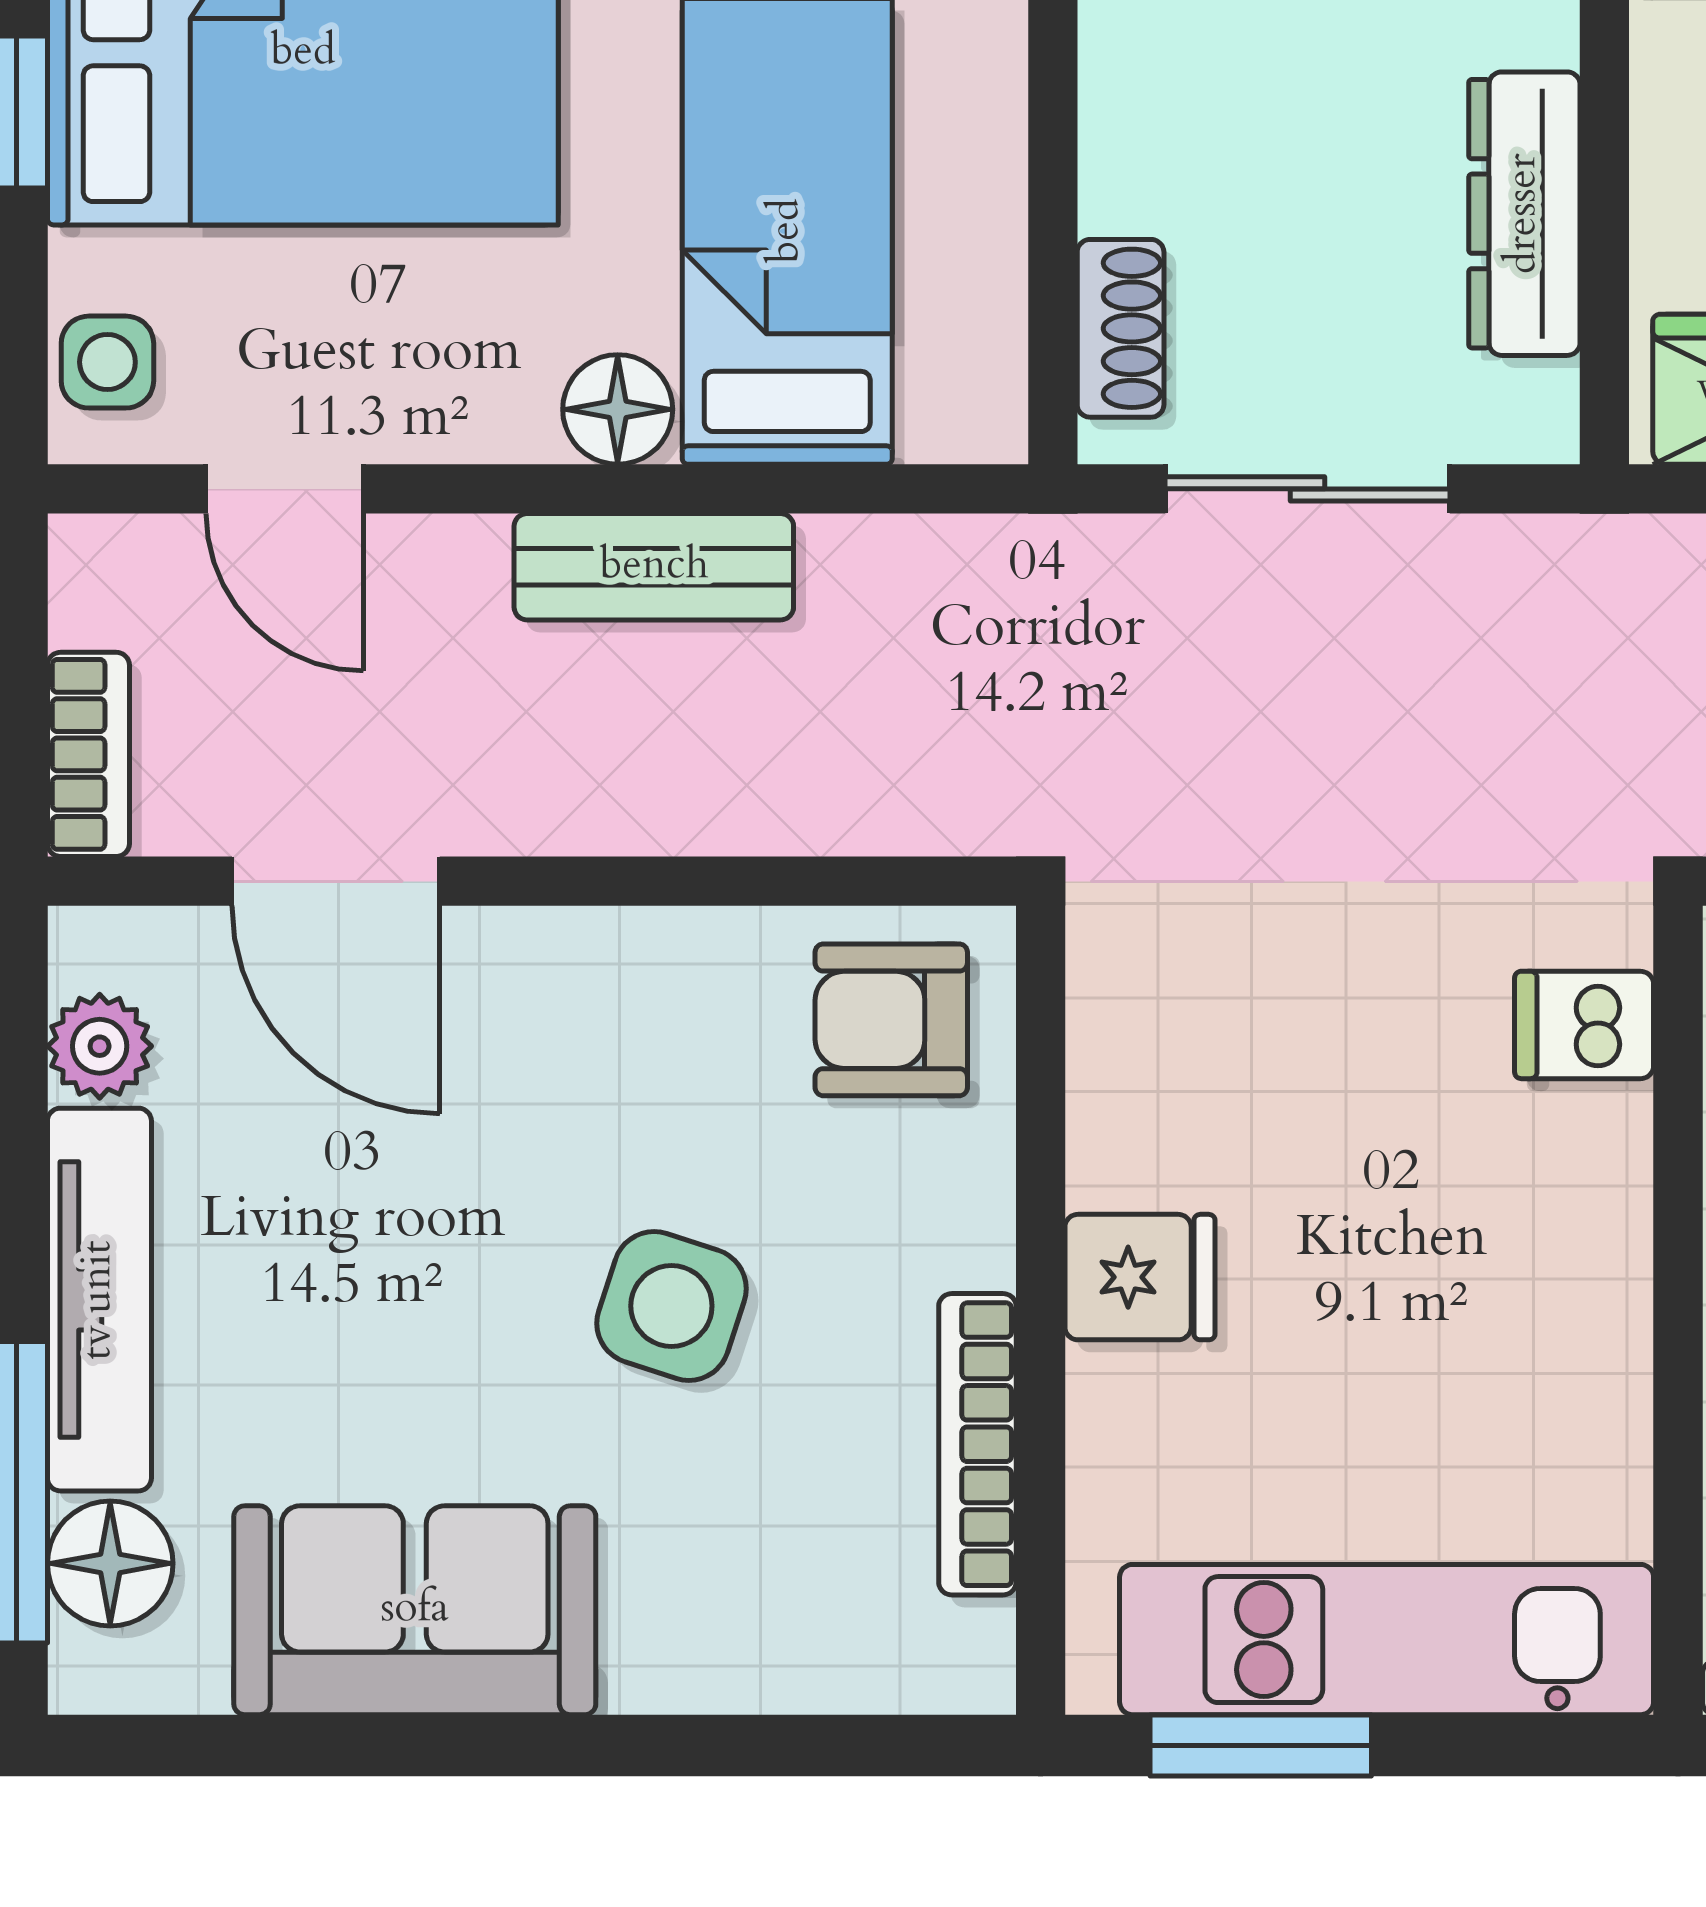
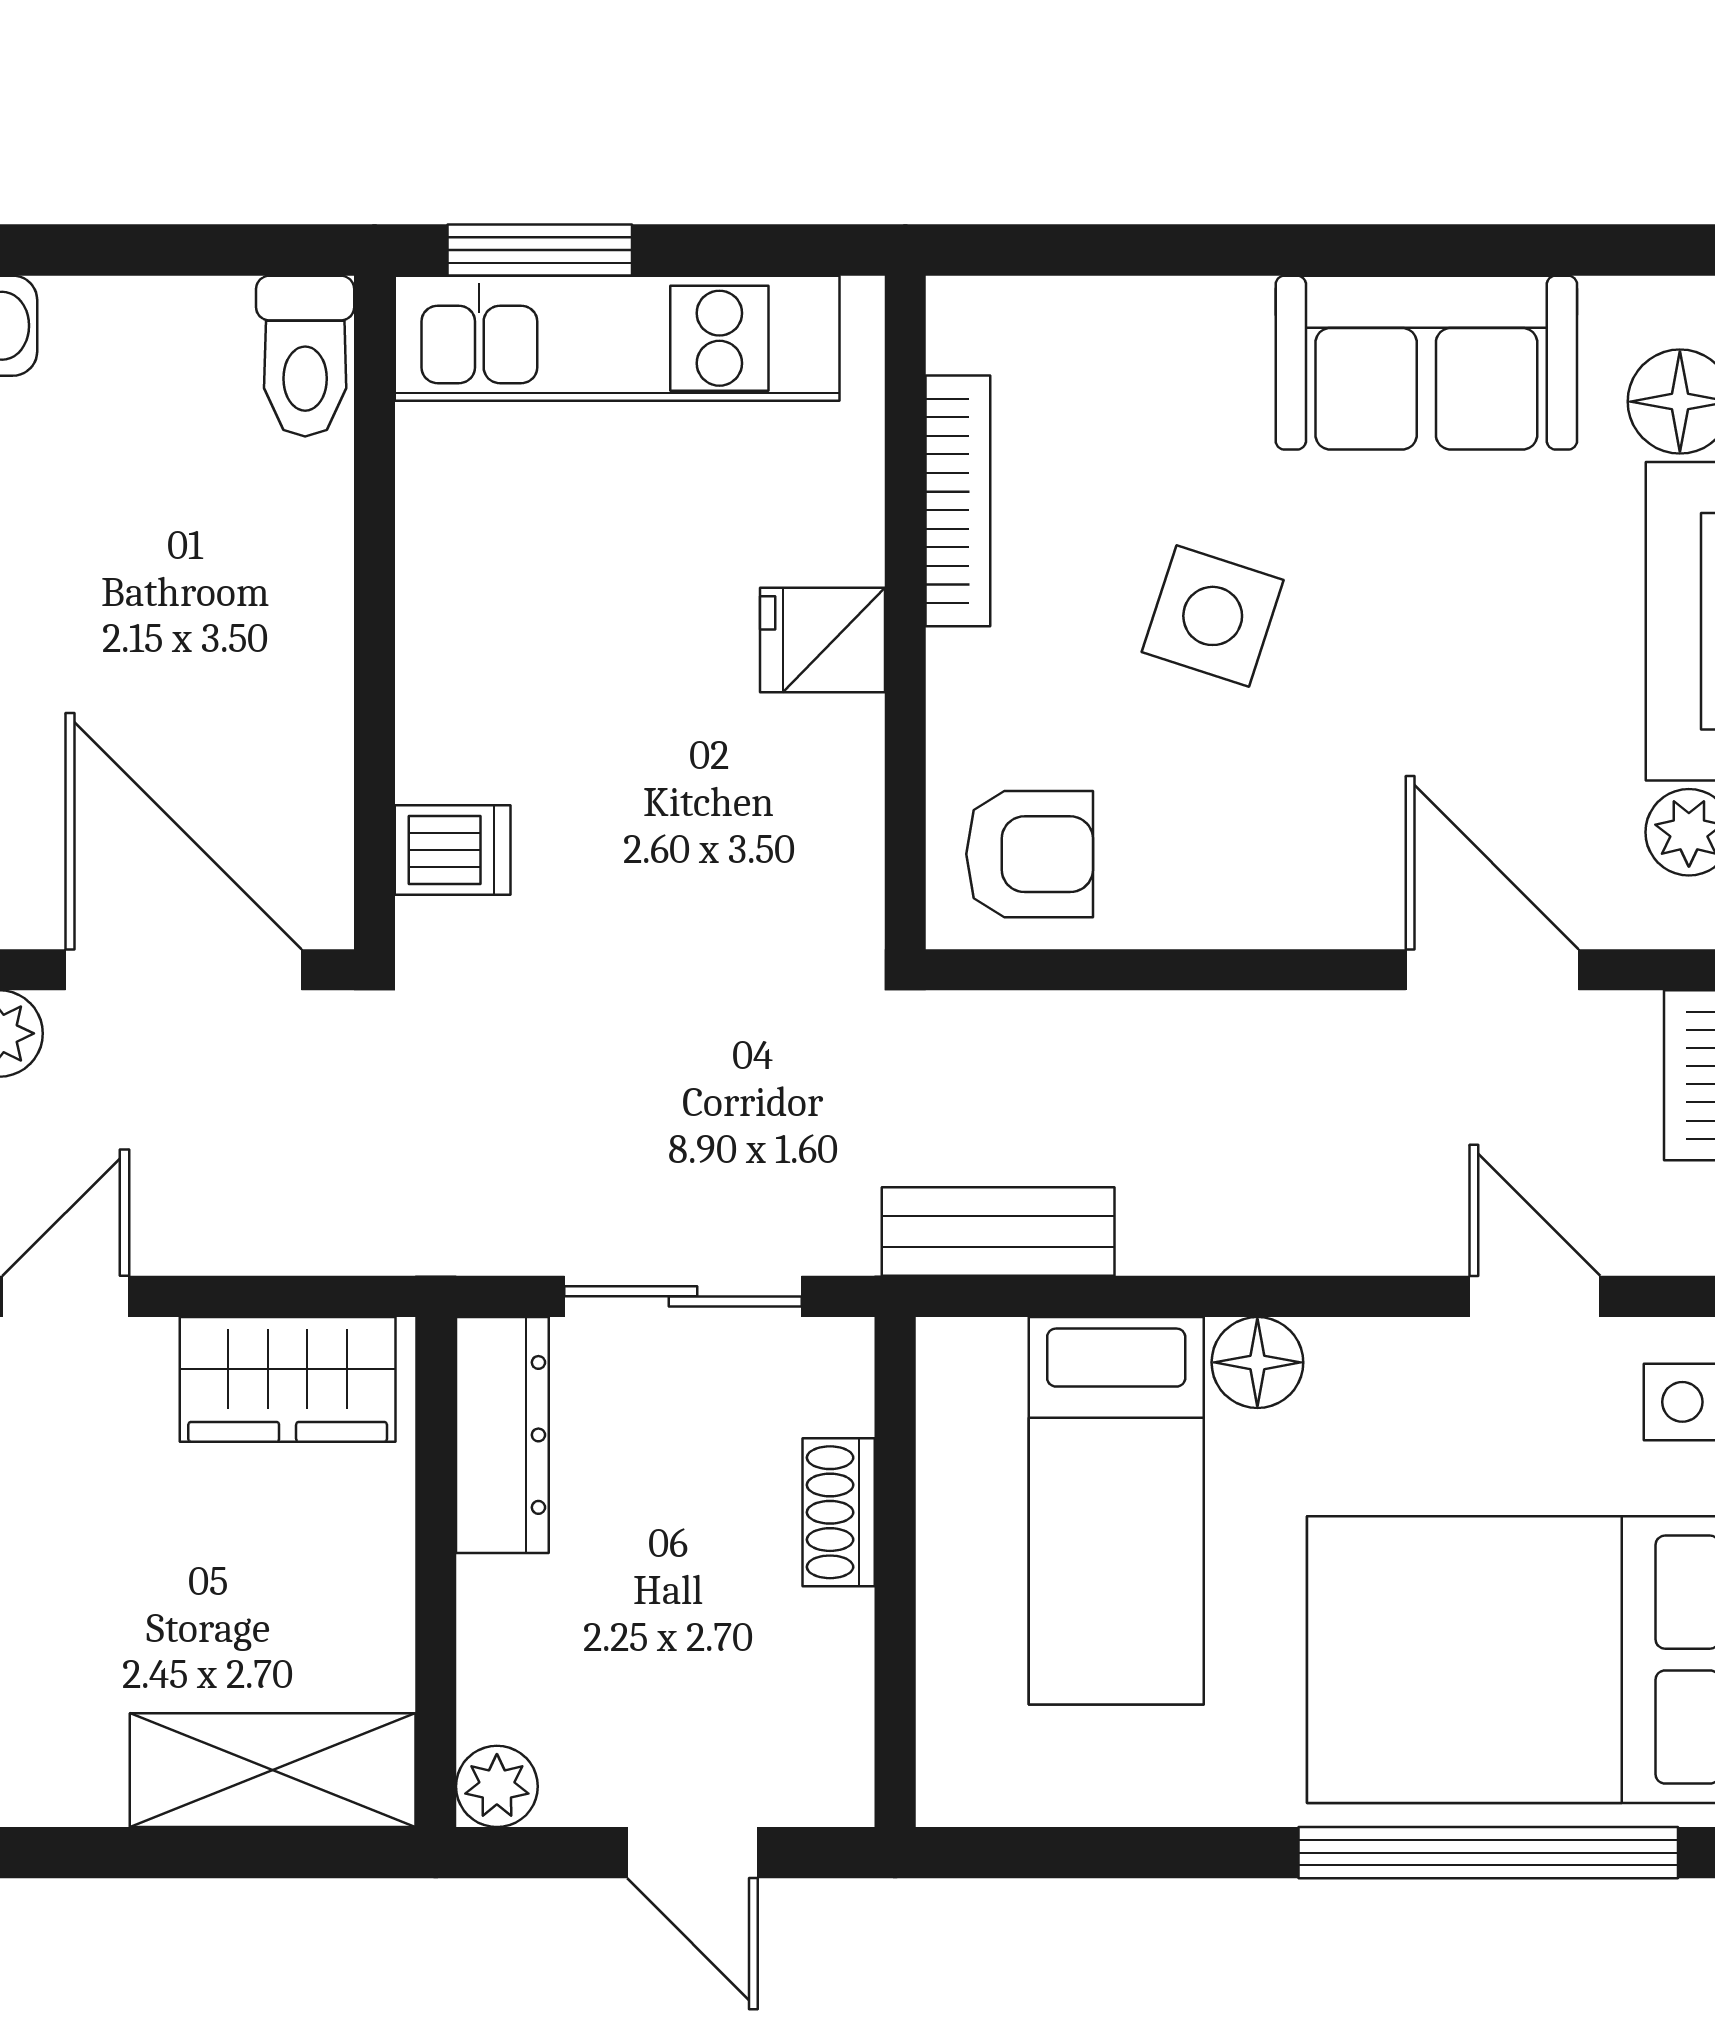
dresser: (1524, 214) -> (502, 1435), moved
shoe rack: (1121, 328) -> (839, 1512), moved
bench: (654, 567) -> (998, 1232), moved
window: (1261, 1745) -> (540, 250), moved

